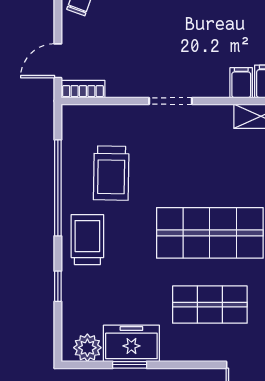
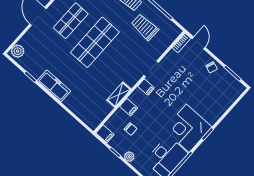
filing cabinet: (241, 83) -> (146, 87), moved

